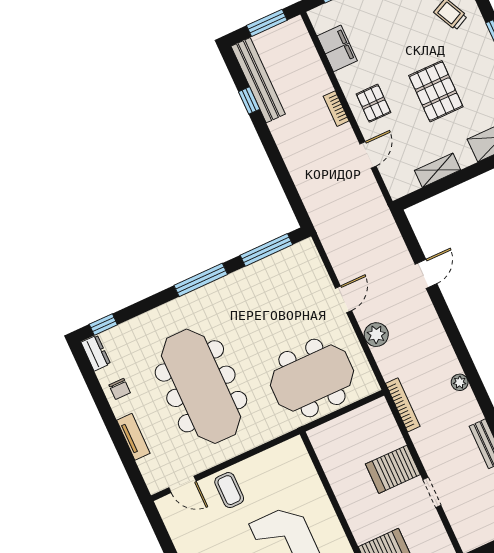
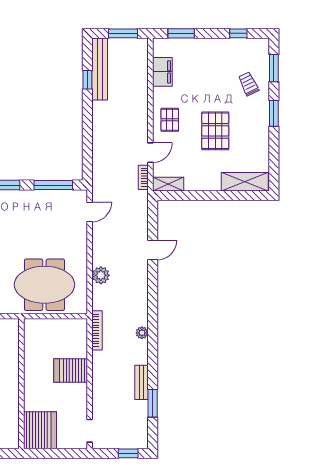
bookcase: (336, 109) -> (143, 177), moved
shelving: (438, 170) -> (168, 184), moved
door: (344, 299) -> (90, 212), moved
doorway: (432, 492) -> (90, 431), moved

